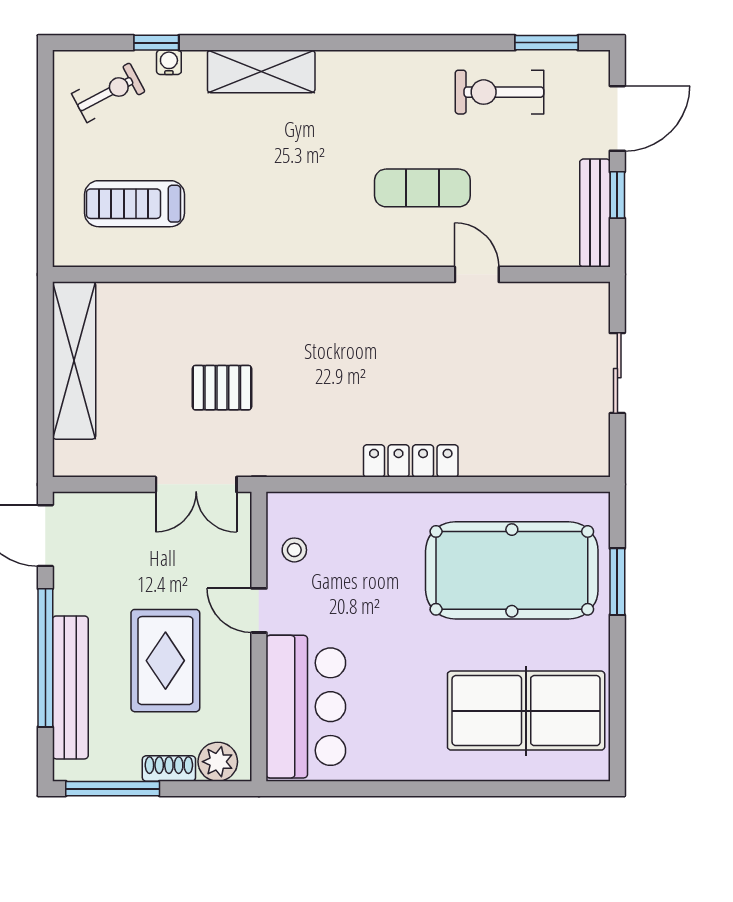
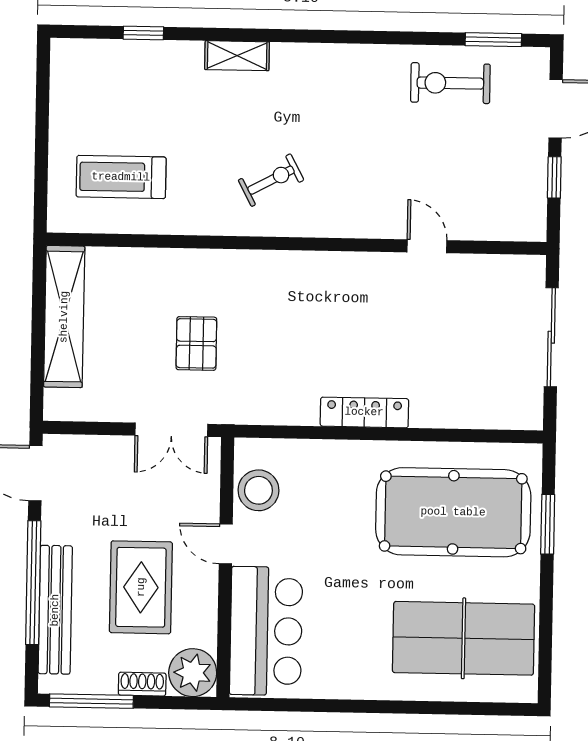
water cooler: (169, 62) -> (154, 51), removed
shelving: (261, 71) -> (237, 56), width x0.67, depth x0.75
exercise bike: (108, 93) -> (271, 180), moved
exercise mat: (422, 188) -> (380, 168), removed
bench: (595, 213) -> (534, 193), removed
sliding door: (617, 373) -> (551, 337), width x1.37
pallet: (222, 388) -> (196, 343), turned 90
stool: (294, 550) -> (258, 490), width x1.89, depth x1.89
plant: (218, 762) -> (193, 673), width x1.36, depth x1.36

